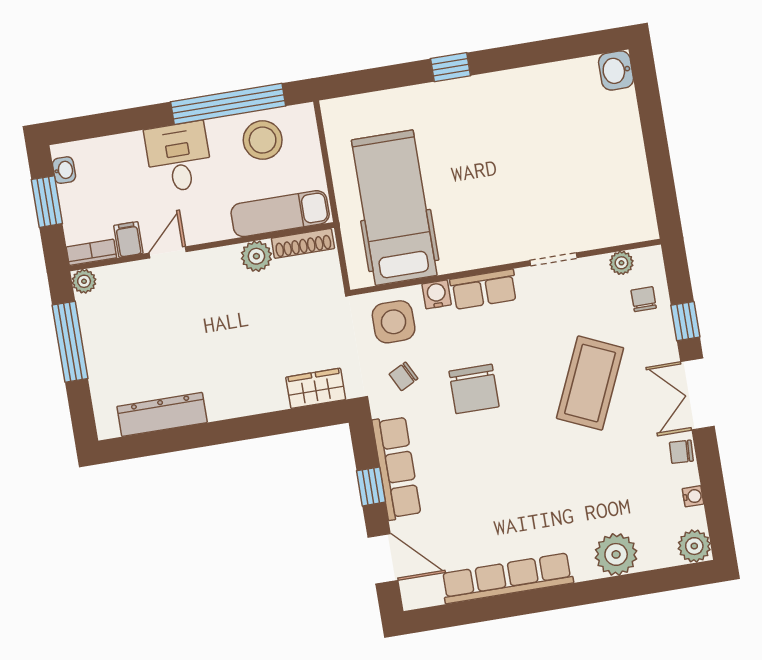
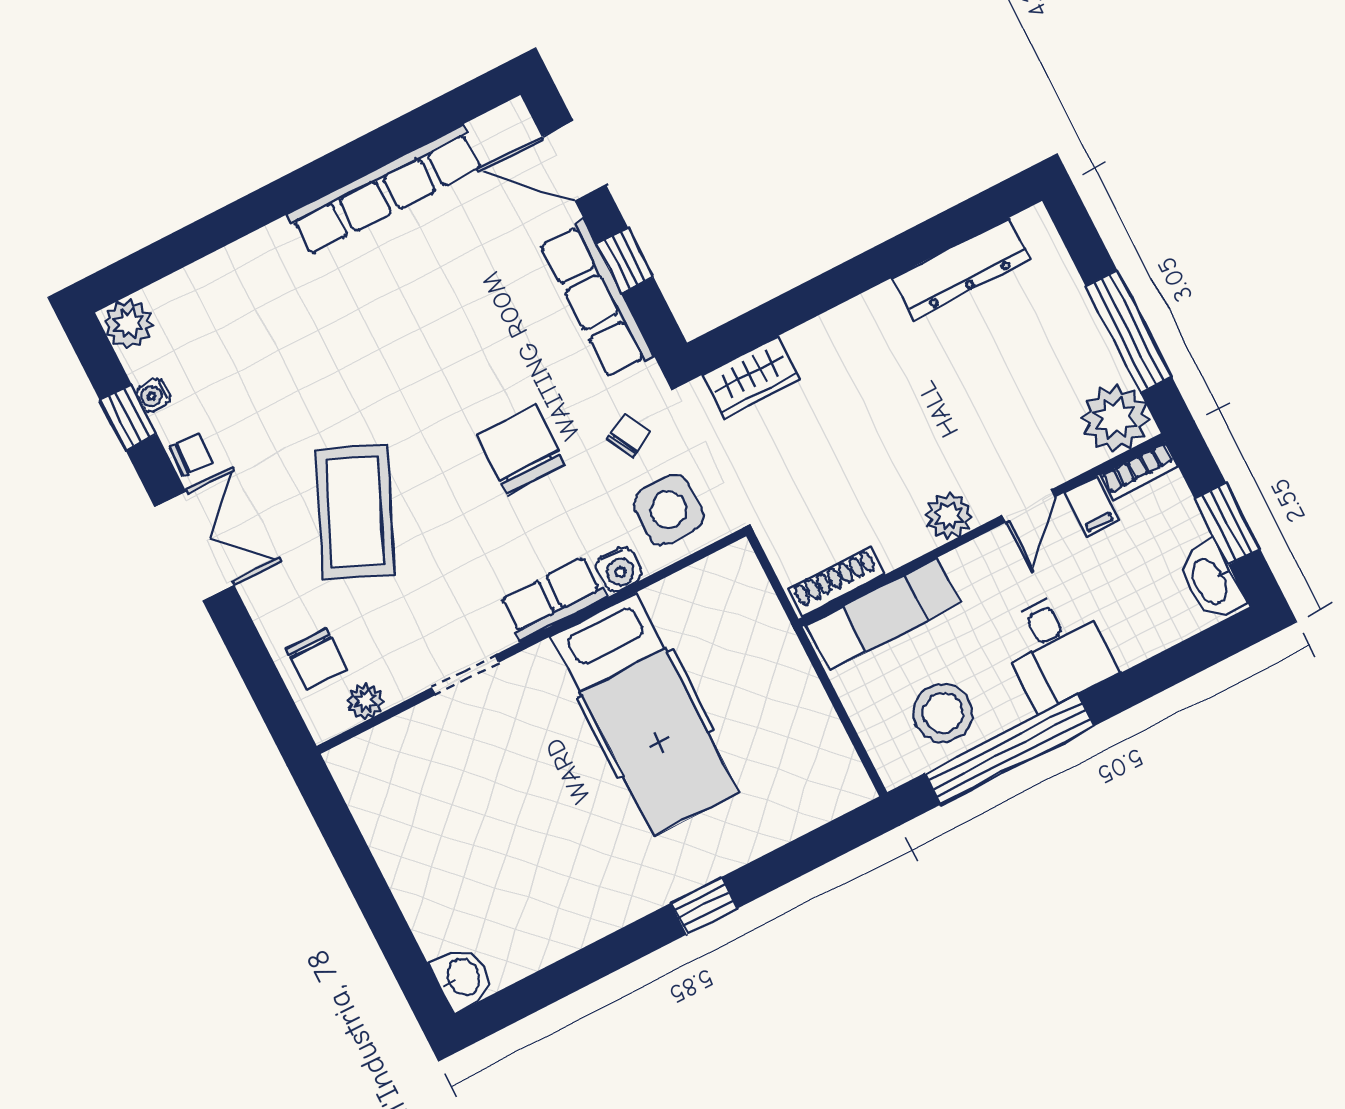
washbasin: (64, 170) -> (1211, 581), width x1.91, depth x1.45
hospital bed: (394, 208) -> (645, 714), moved
plant: (256, 256) -> (949, 516), moved
plant: (84, 281) -> (1115, 418), width x1.88, depth x1.88
chair: (644, 299) -> (316, 659), width x1.37, depth x1.37
window: (685, 321) -> (128, 417), moved
plant: (616, 554) -> (238, 275), removed

